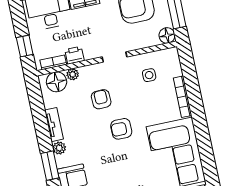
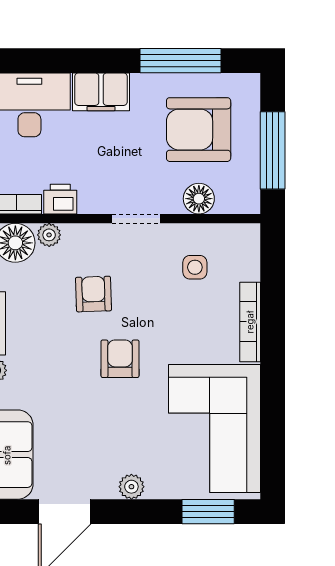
floor lamp: (167, 35) -> (199, 199), moved
armchair: (121, 129) -> (120, 359), turned 90

